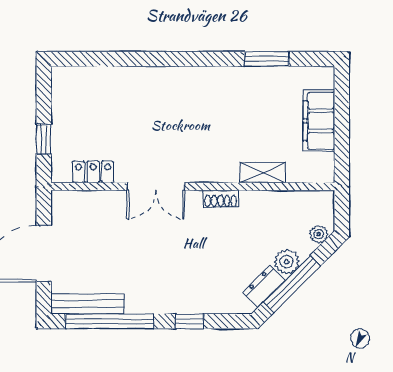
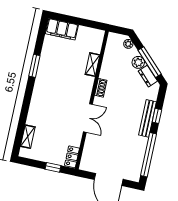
window: (267, 59) -> (34, 66), moved
shelving: (93, 76) -> (28, 137), added
filing cabinet: (319, 121) -> (62, 29), moved
locker: (93, 172) -> (72, 157), moved
bench: (88, 304) -> (148, 118), moved

